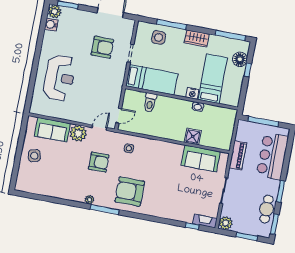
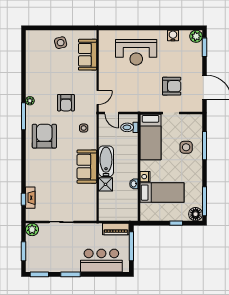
water cooler: (51, 25) -> (173, 35), moved
side table: (159, 37) -> (186, 147), moved
wardrobe: (197, 38) -> (196, 171), removed
armchair: (102, 47) -> (172, 86), turned -90
floor lamp: (240, 59) -> (196, 214), moved
toilet: (150, 102) -> (129, 127), moved
door: (100, 128) -> (98, 97), hinge flipped
bathtub: (168, 131) -> (106, 161), added
plant: (78, 133) -> (89, 79), removed
piano: (238, 155) -> (116, 229), moved
sofa: (201, 158) -> (87, 167), moved
cafe table: (267, 209) -> (52, 264), removed
fireplace: (205, 221) -> (30, 198), moved

